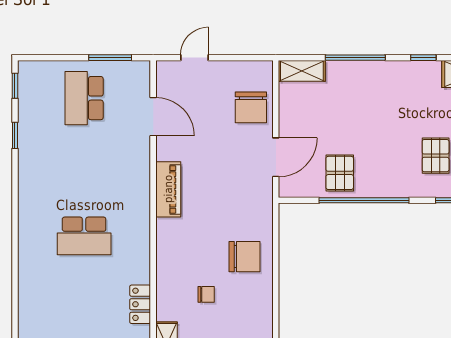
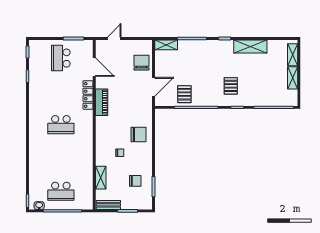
chair: (251, 107) -> (142, 63), turned 180
locker: (140, 304) -> (88, 95), moved, width x1.53

